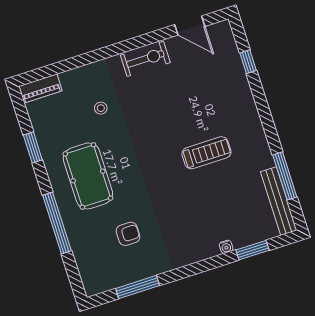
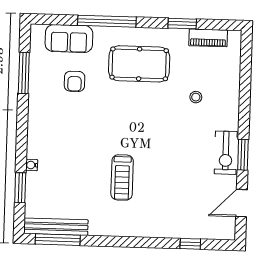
window: (141, 41) -> (243, 155), added
piano: (40, 88) -> (208, 38), moved, turned -90
window: (285, 176) -> (58, 240), moved
sofa: (88, 254) -> (69, 39), added

